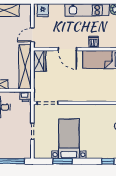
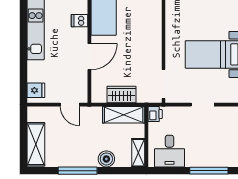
wardrobe: (40, 61) -> (121, 95), moved
shelving: (25, 67) -> (124, 115), width x0.68

